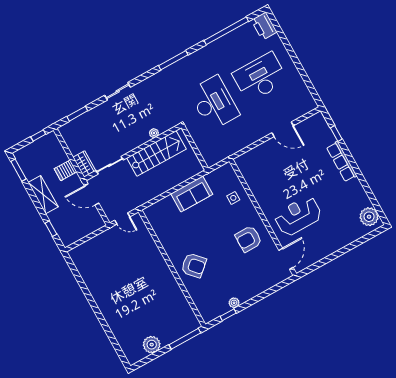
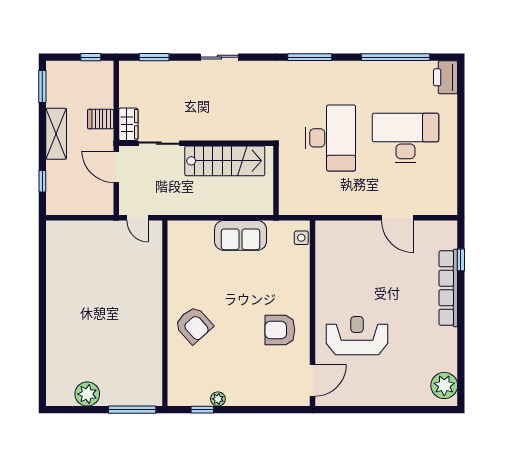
plant: (154, 133) -> (236, 134), removed
row of seats: (342, 162) -> (448, 288), width x1.36
side table: (233, 198) -> (301, 238), moved

